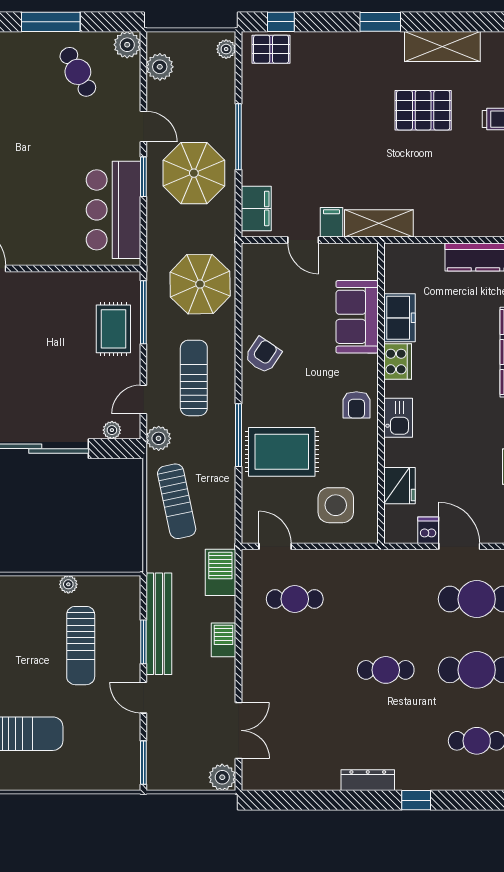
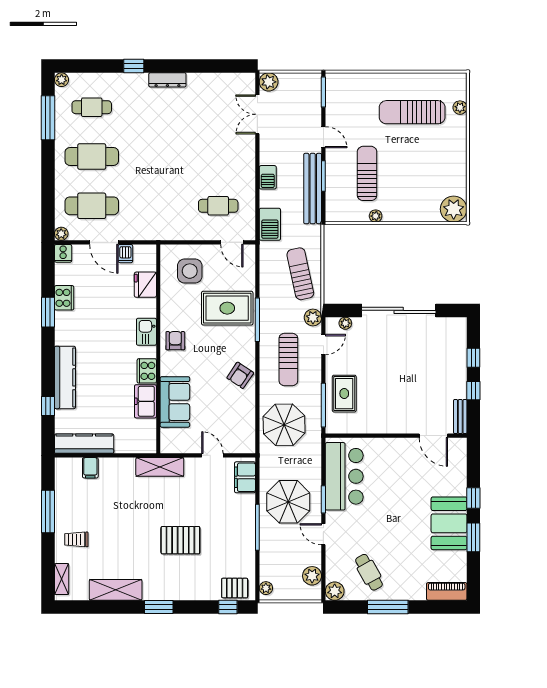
pallet: (423, 110) -> (180, 540), moved
filing cabinet: (331, 222) -> (90, 468), moved
cafe table: (386, 670) -> (155, 156), removed

